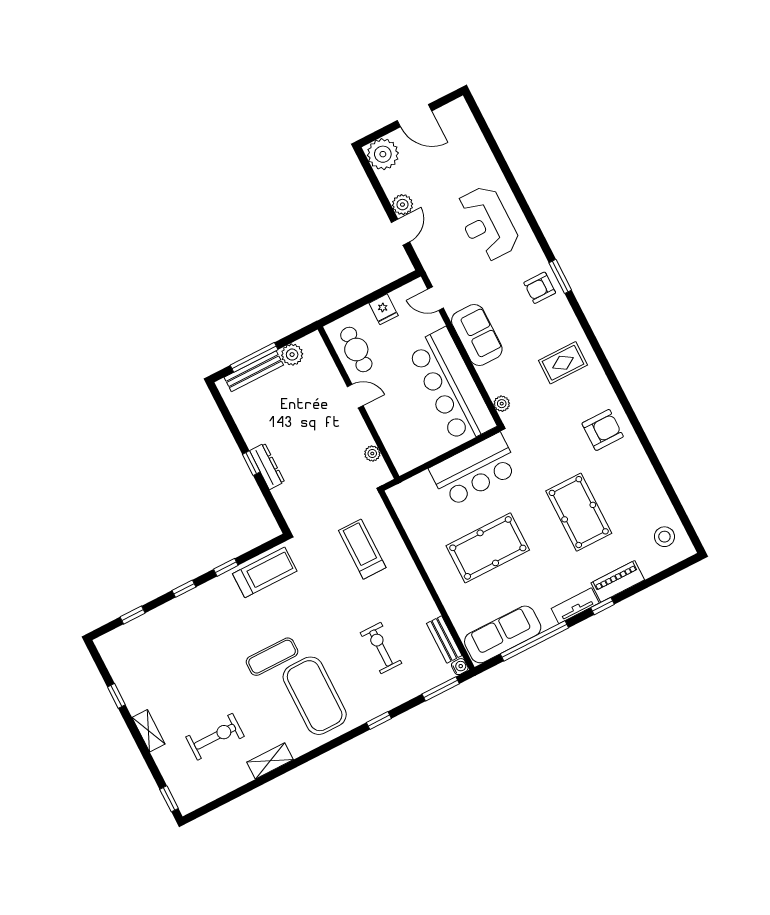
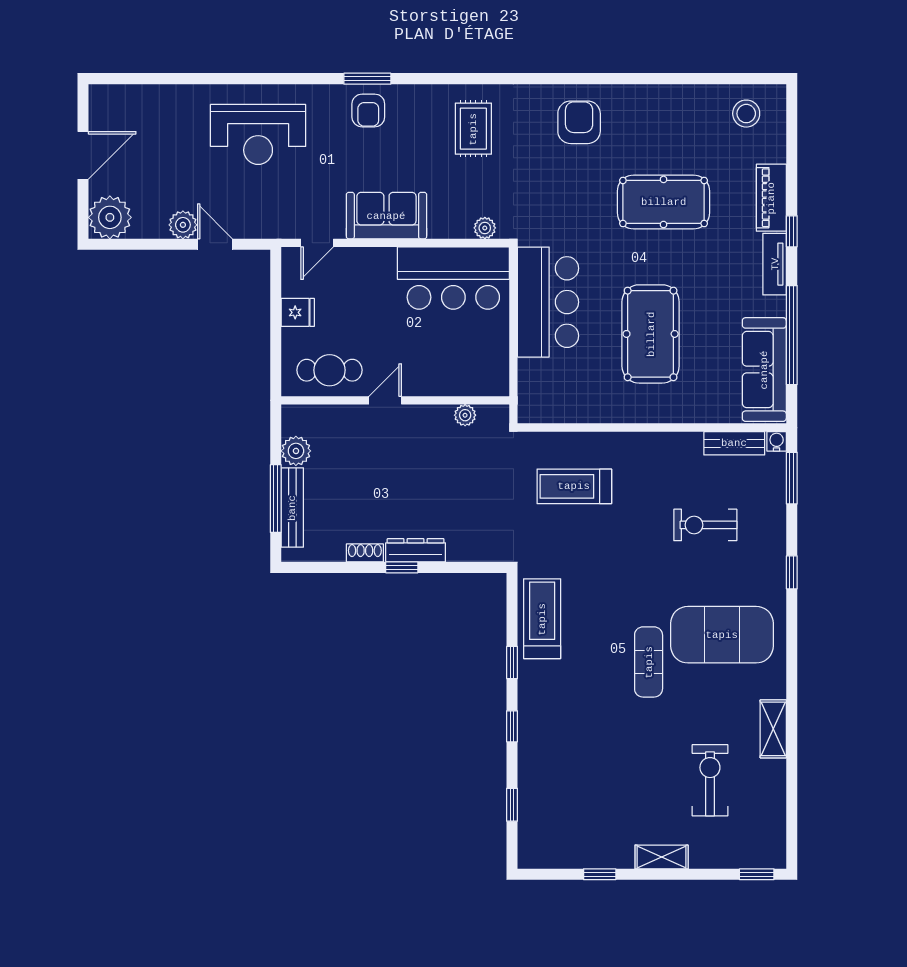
bar counter: (451, 386) -> (453, 278), width x0.73
shoe rack: (248, 434) -> (365, 553), added

